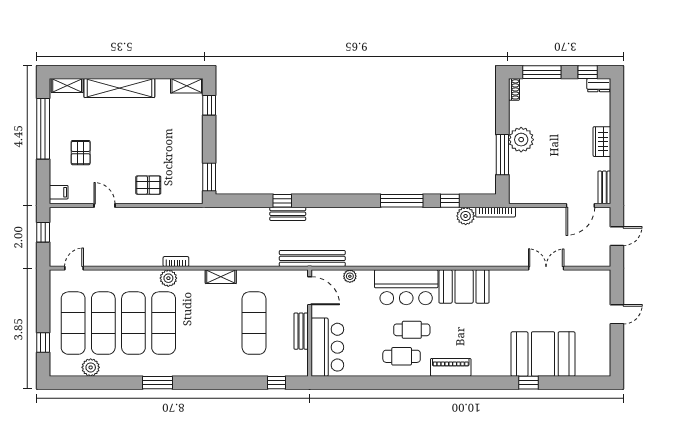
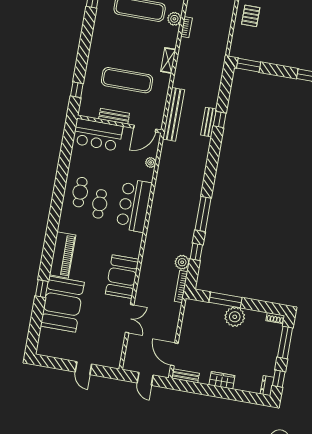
bench: (312, 258) -> (174, 114), moved
booth: (464, 286) -> (122, 277), moved
piano: (451, 367) -> (63, 255), moved, width x1.37, depth x1.33

